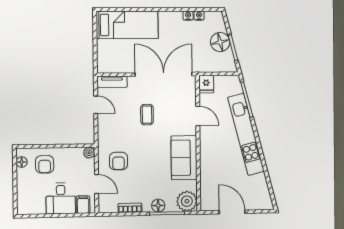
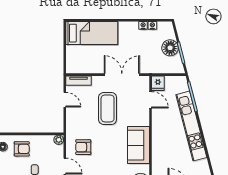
double door: (164, 74) -> (122, 75), width x0.73
coffee table: (147, 115) -> (108, 108), width x1.86, depth x1.72
door: (198, 116) -> (150, 100), moved
armchair: (118, 161) -> (83, 147), turned 90
armchair: (45, 164) -> (22, 149), turned -90

